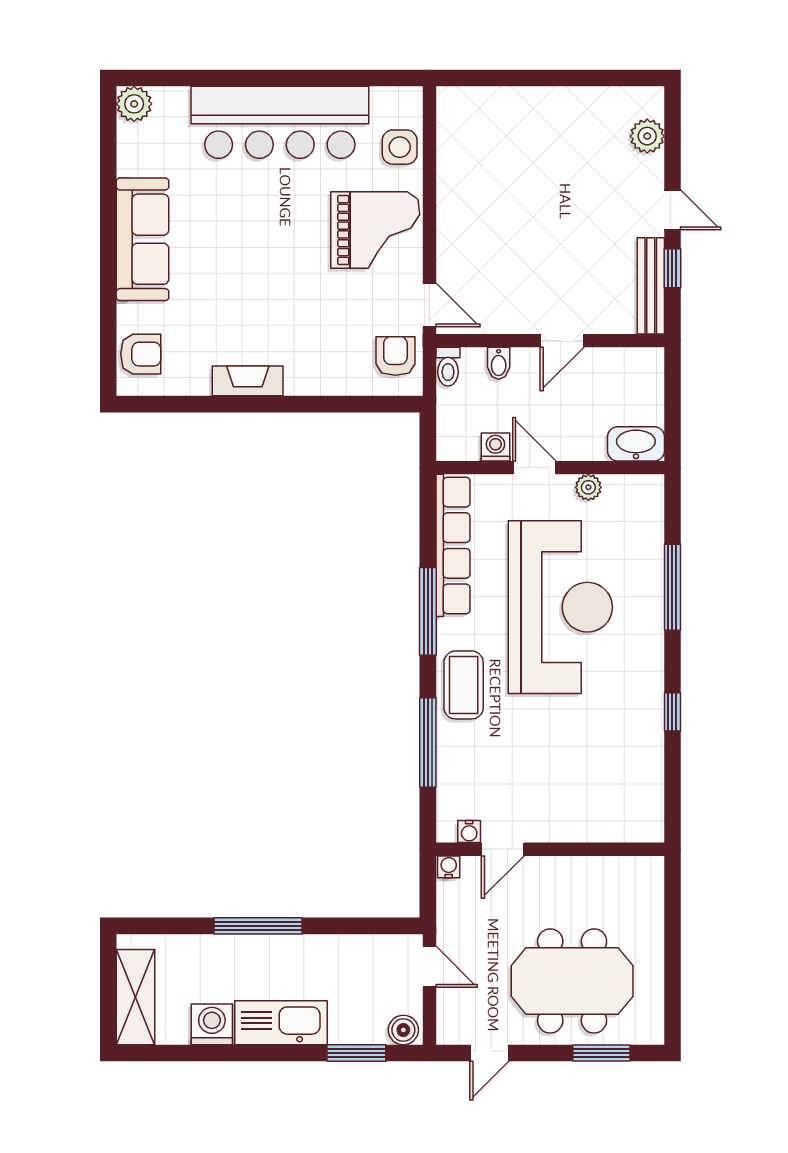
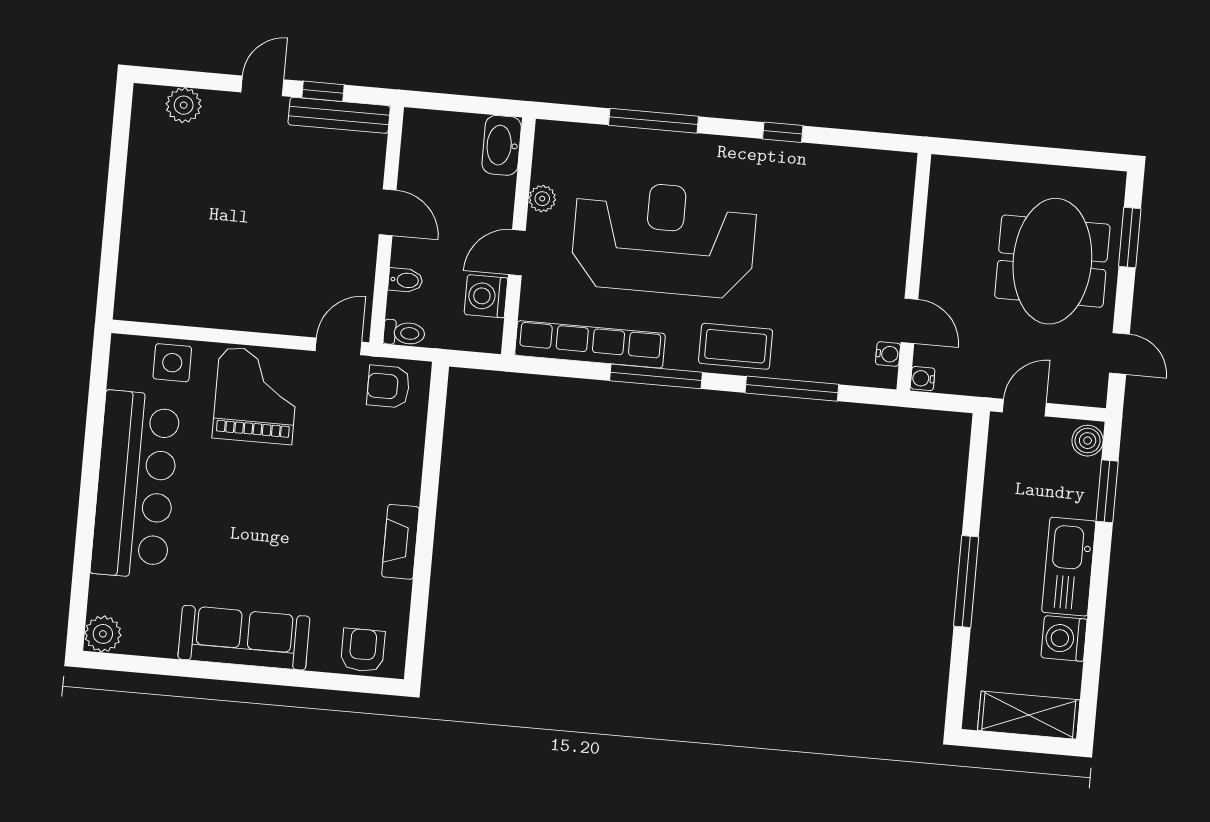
washing machine: (495, 447) -> (486, 296), width x1.38, depth x1.38

